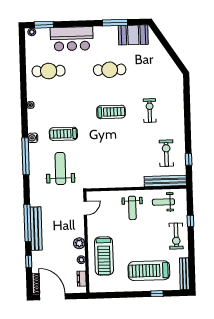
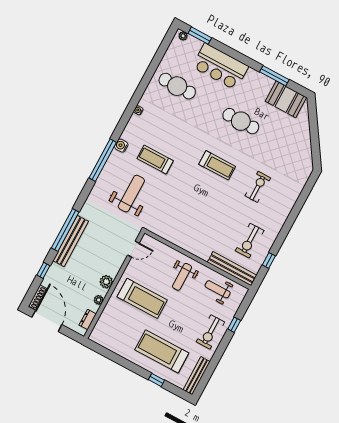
exercise bike: (166, 153) -> (250, 241), turned 180
treadmill: (104, 256) -> (142, 298), moved, turned -90

